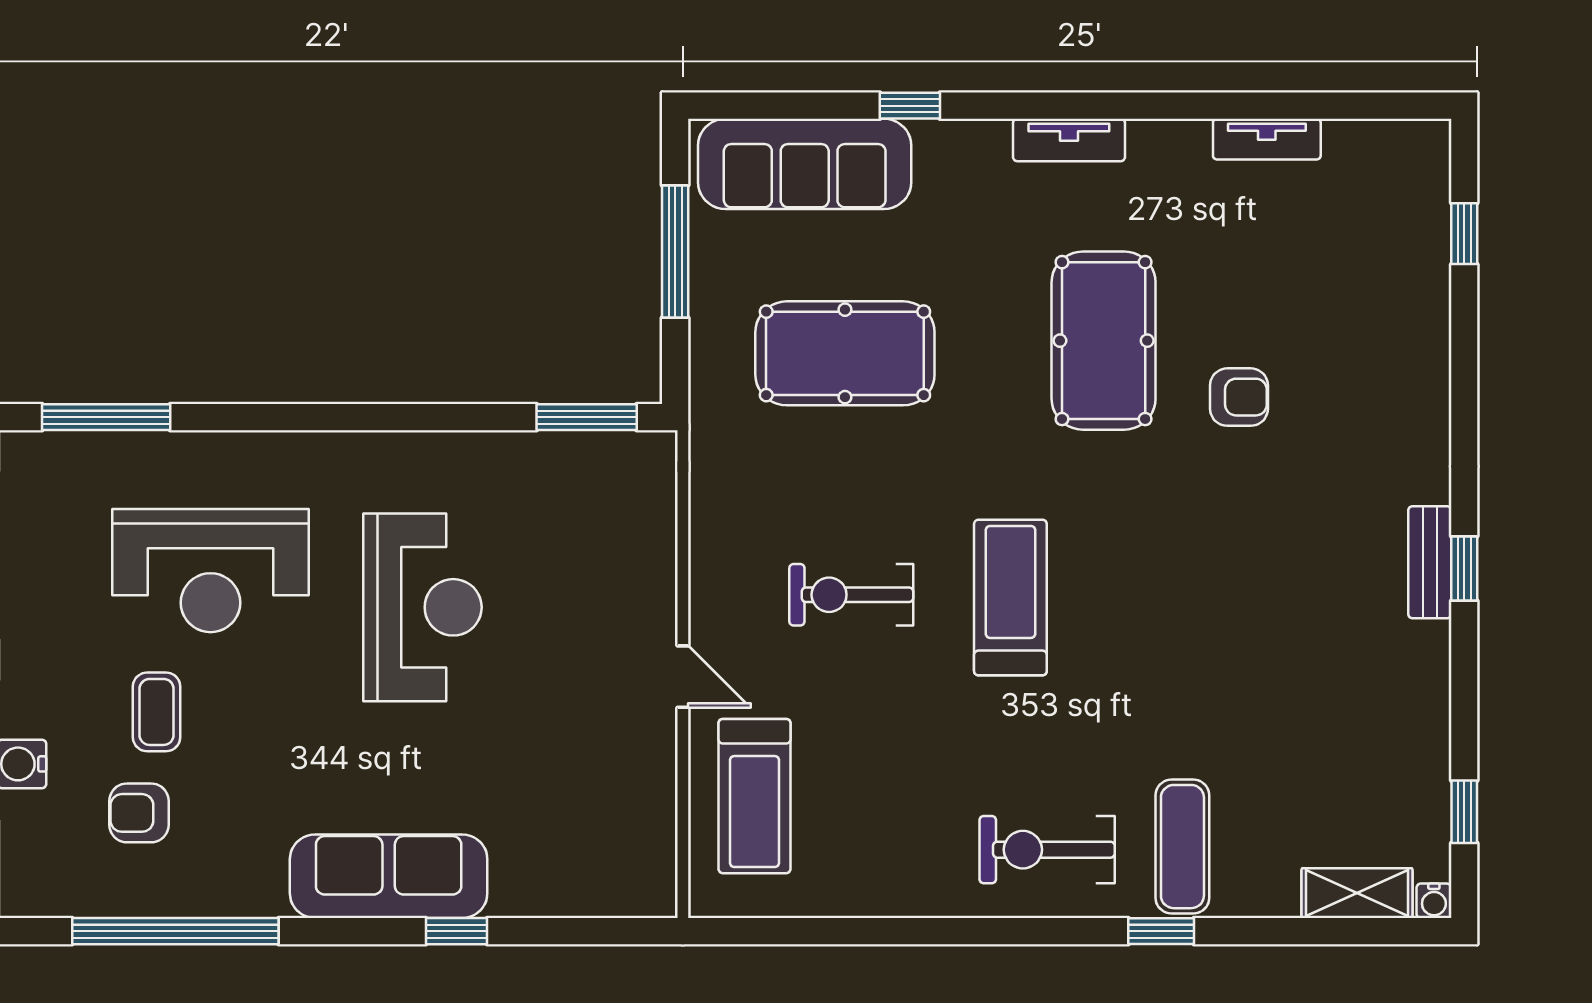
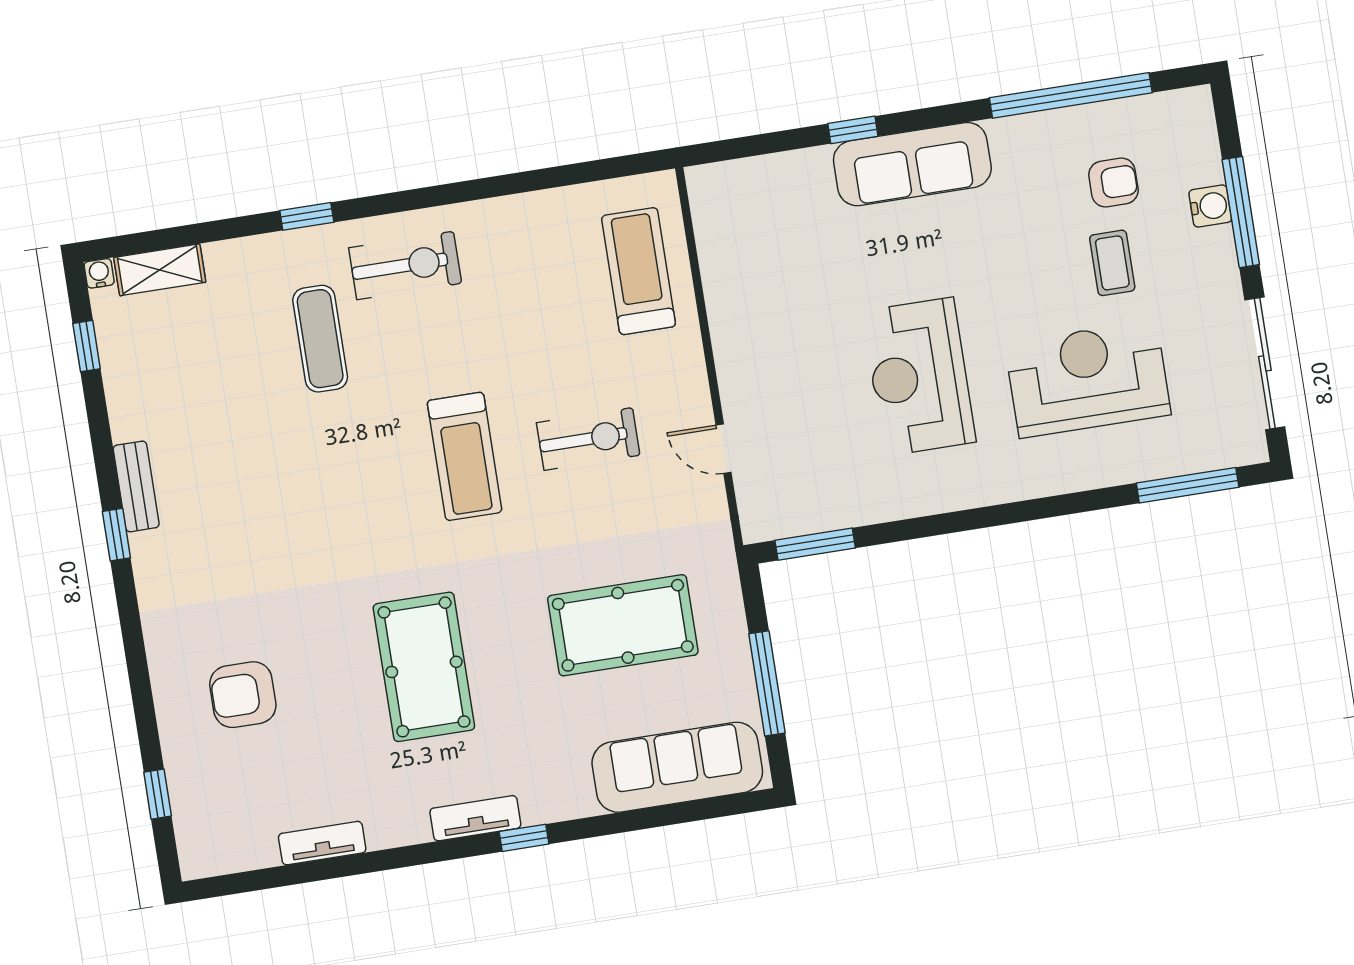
window: (910, 106) -> (524, 838), moved
armchair: (1239, 397) -> (243, 695), moved, width x1.38, depth x1.38
bench: (1430, 562) -> (136, 486), moved
door: (683, 677) -> (724, 449), moved
exercise mat: (1182, 847) -> (320, 339), moved

